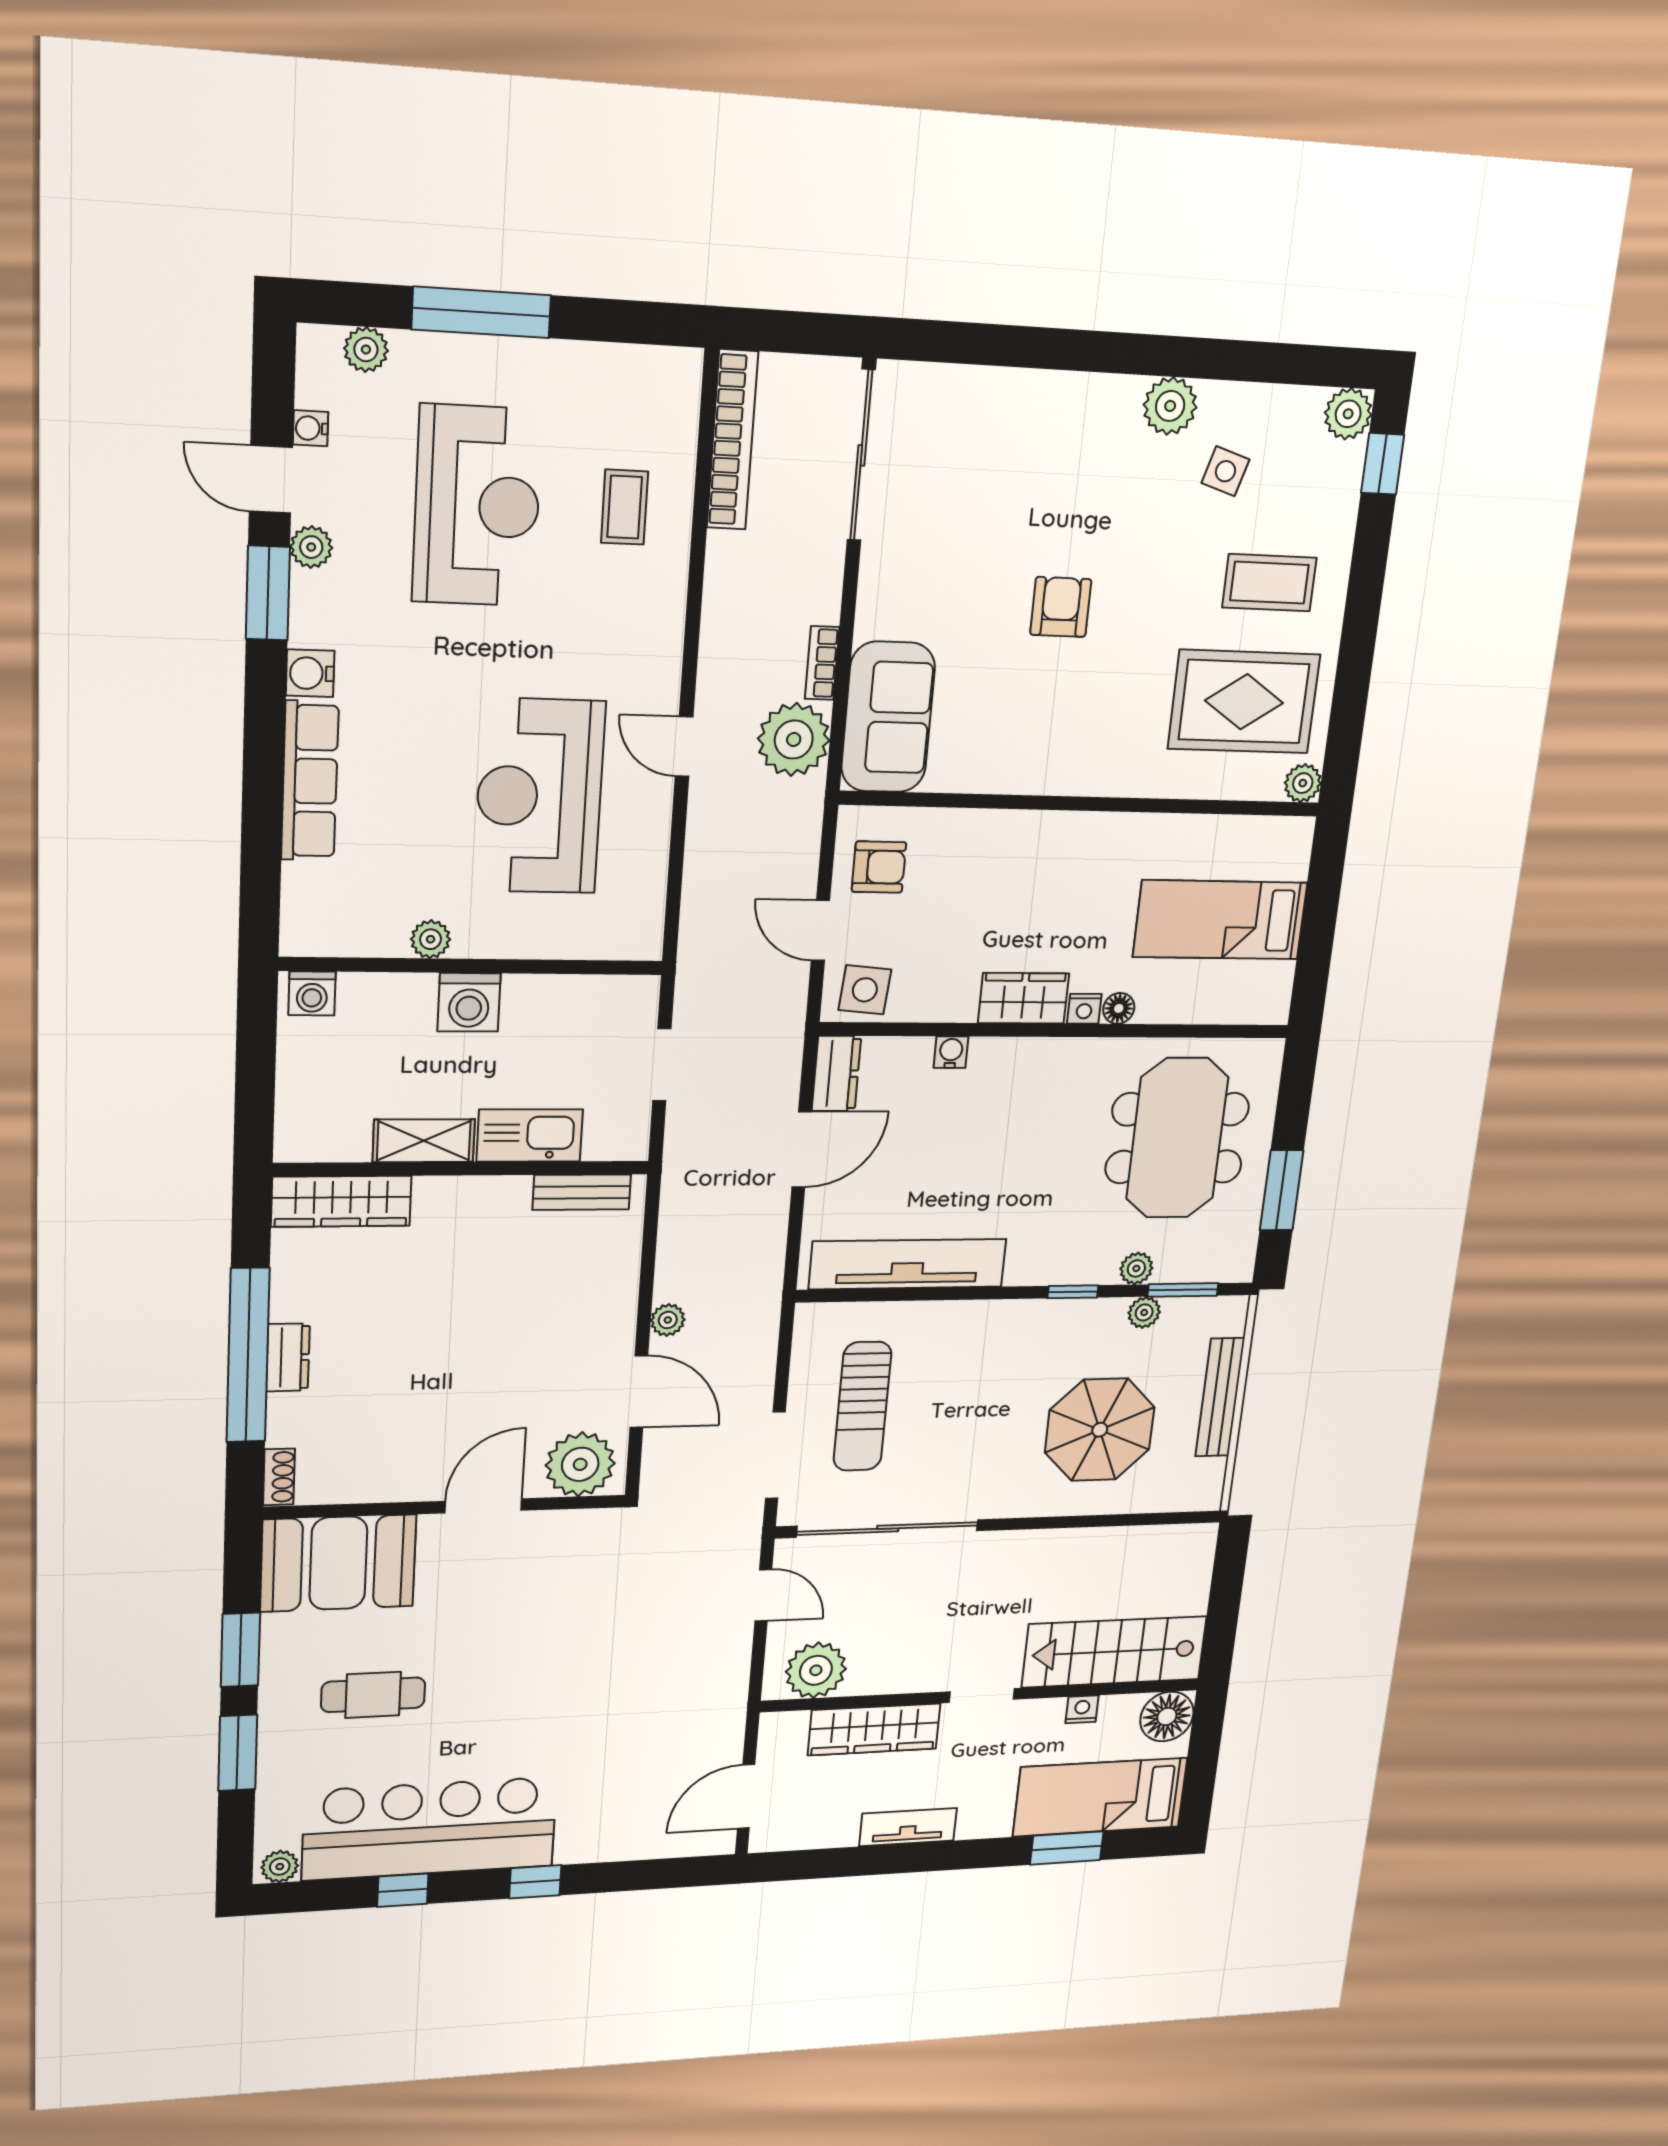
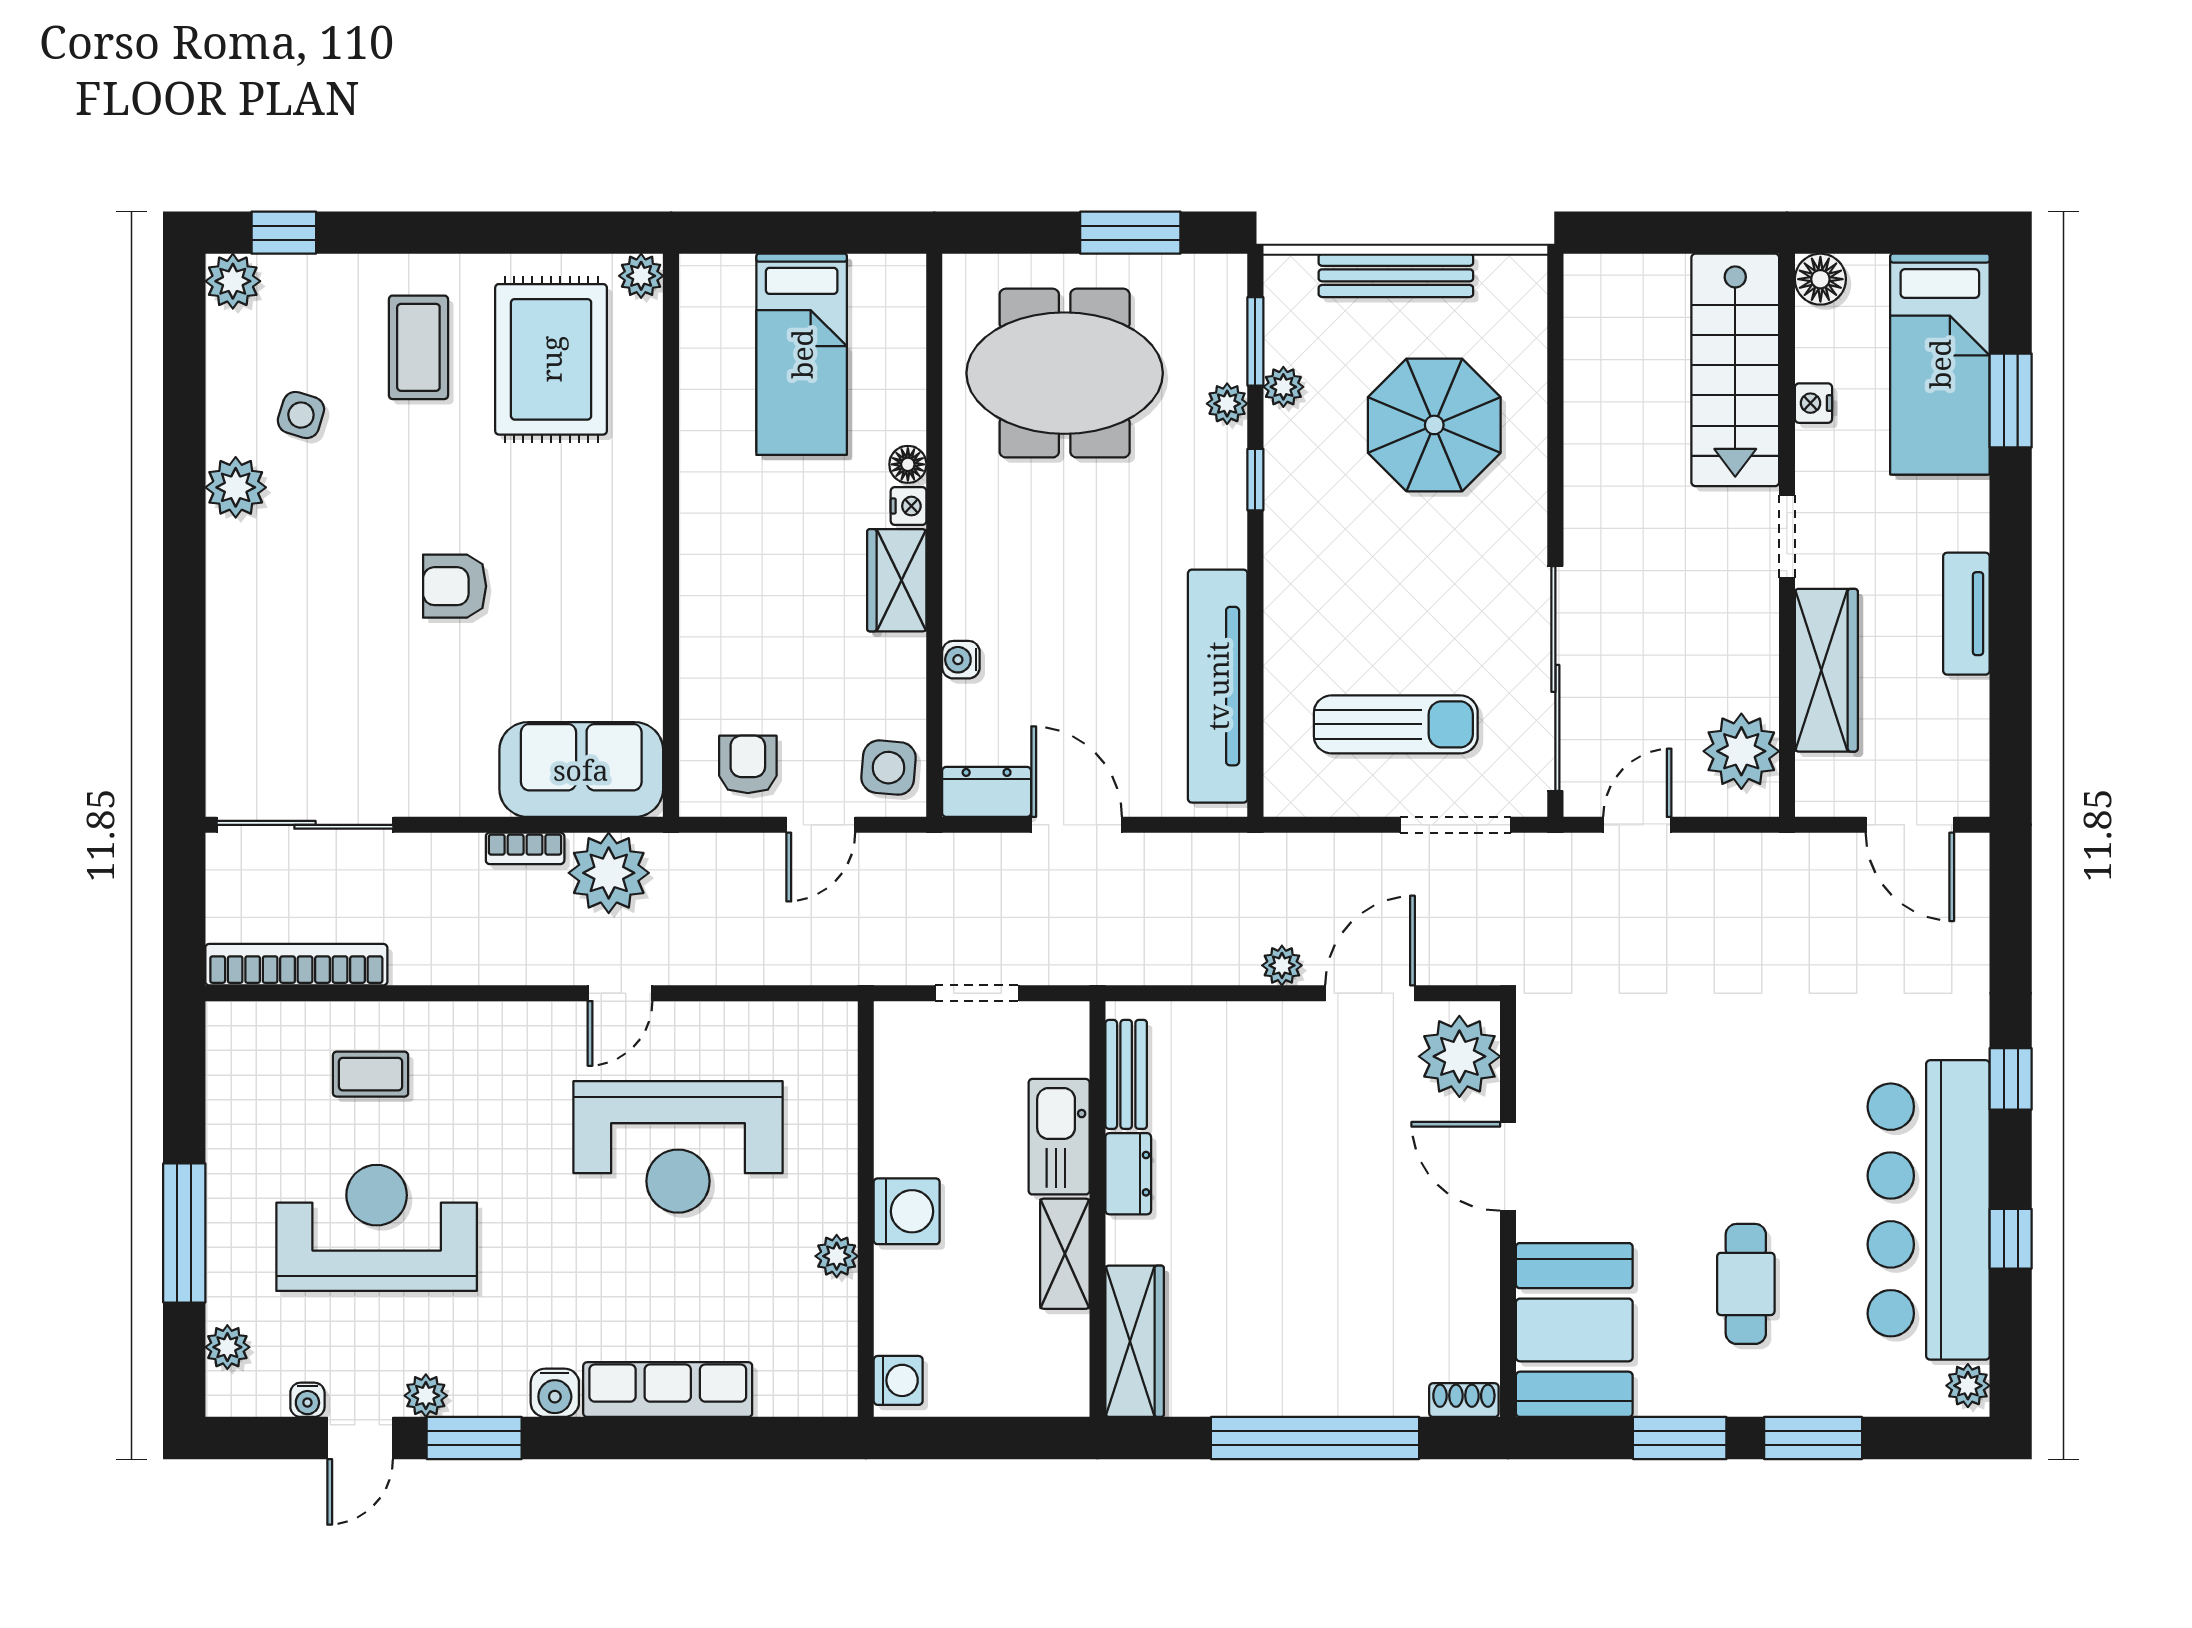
dresser: (288, 1357) -> (1128, 1174), moved, turned 90
floor lamp: (1167, 1716) -> (1820, 279), width x0.73, depth x0.73

